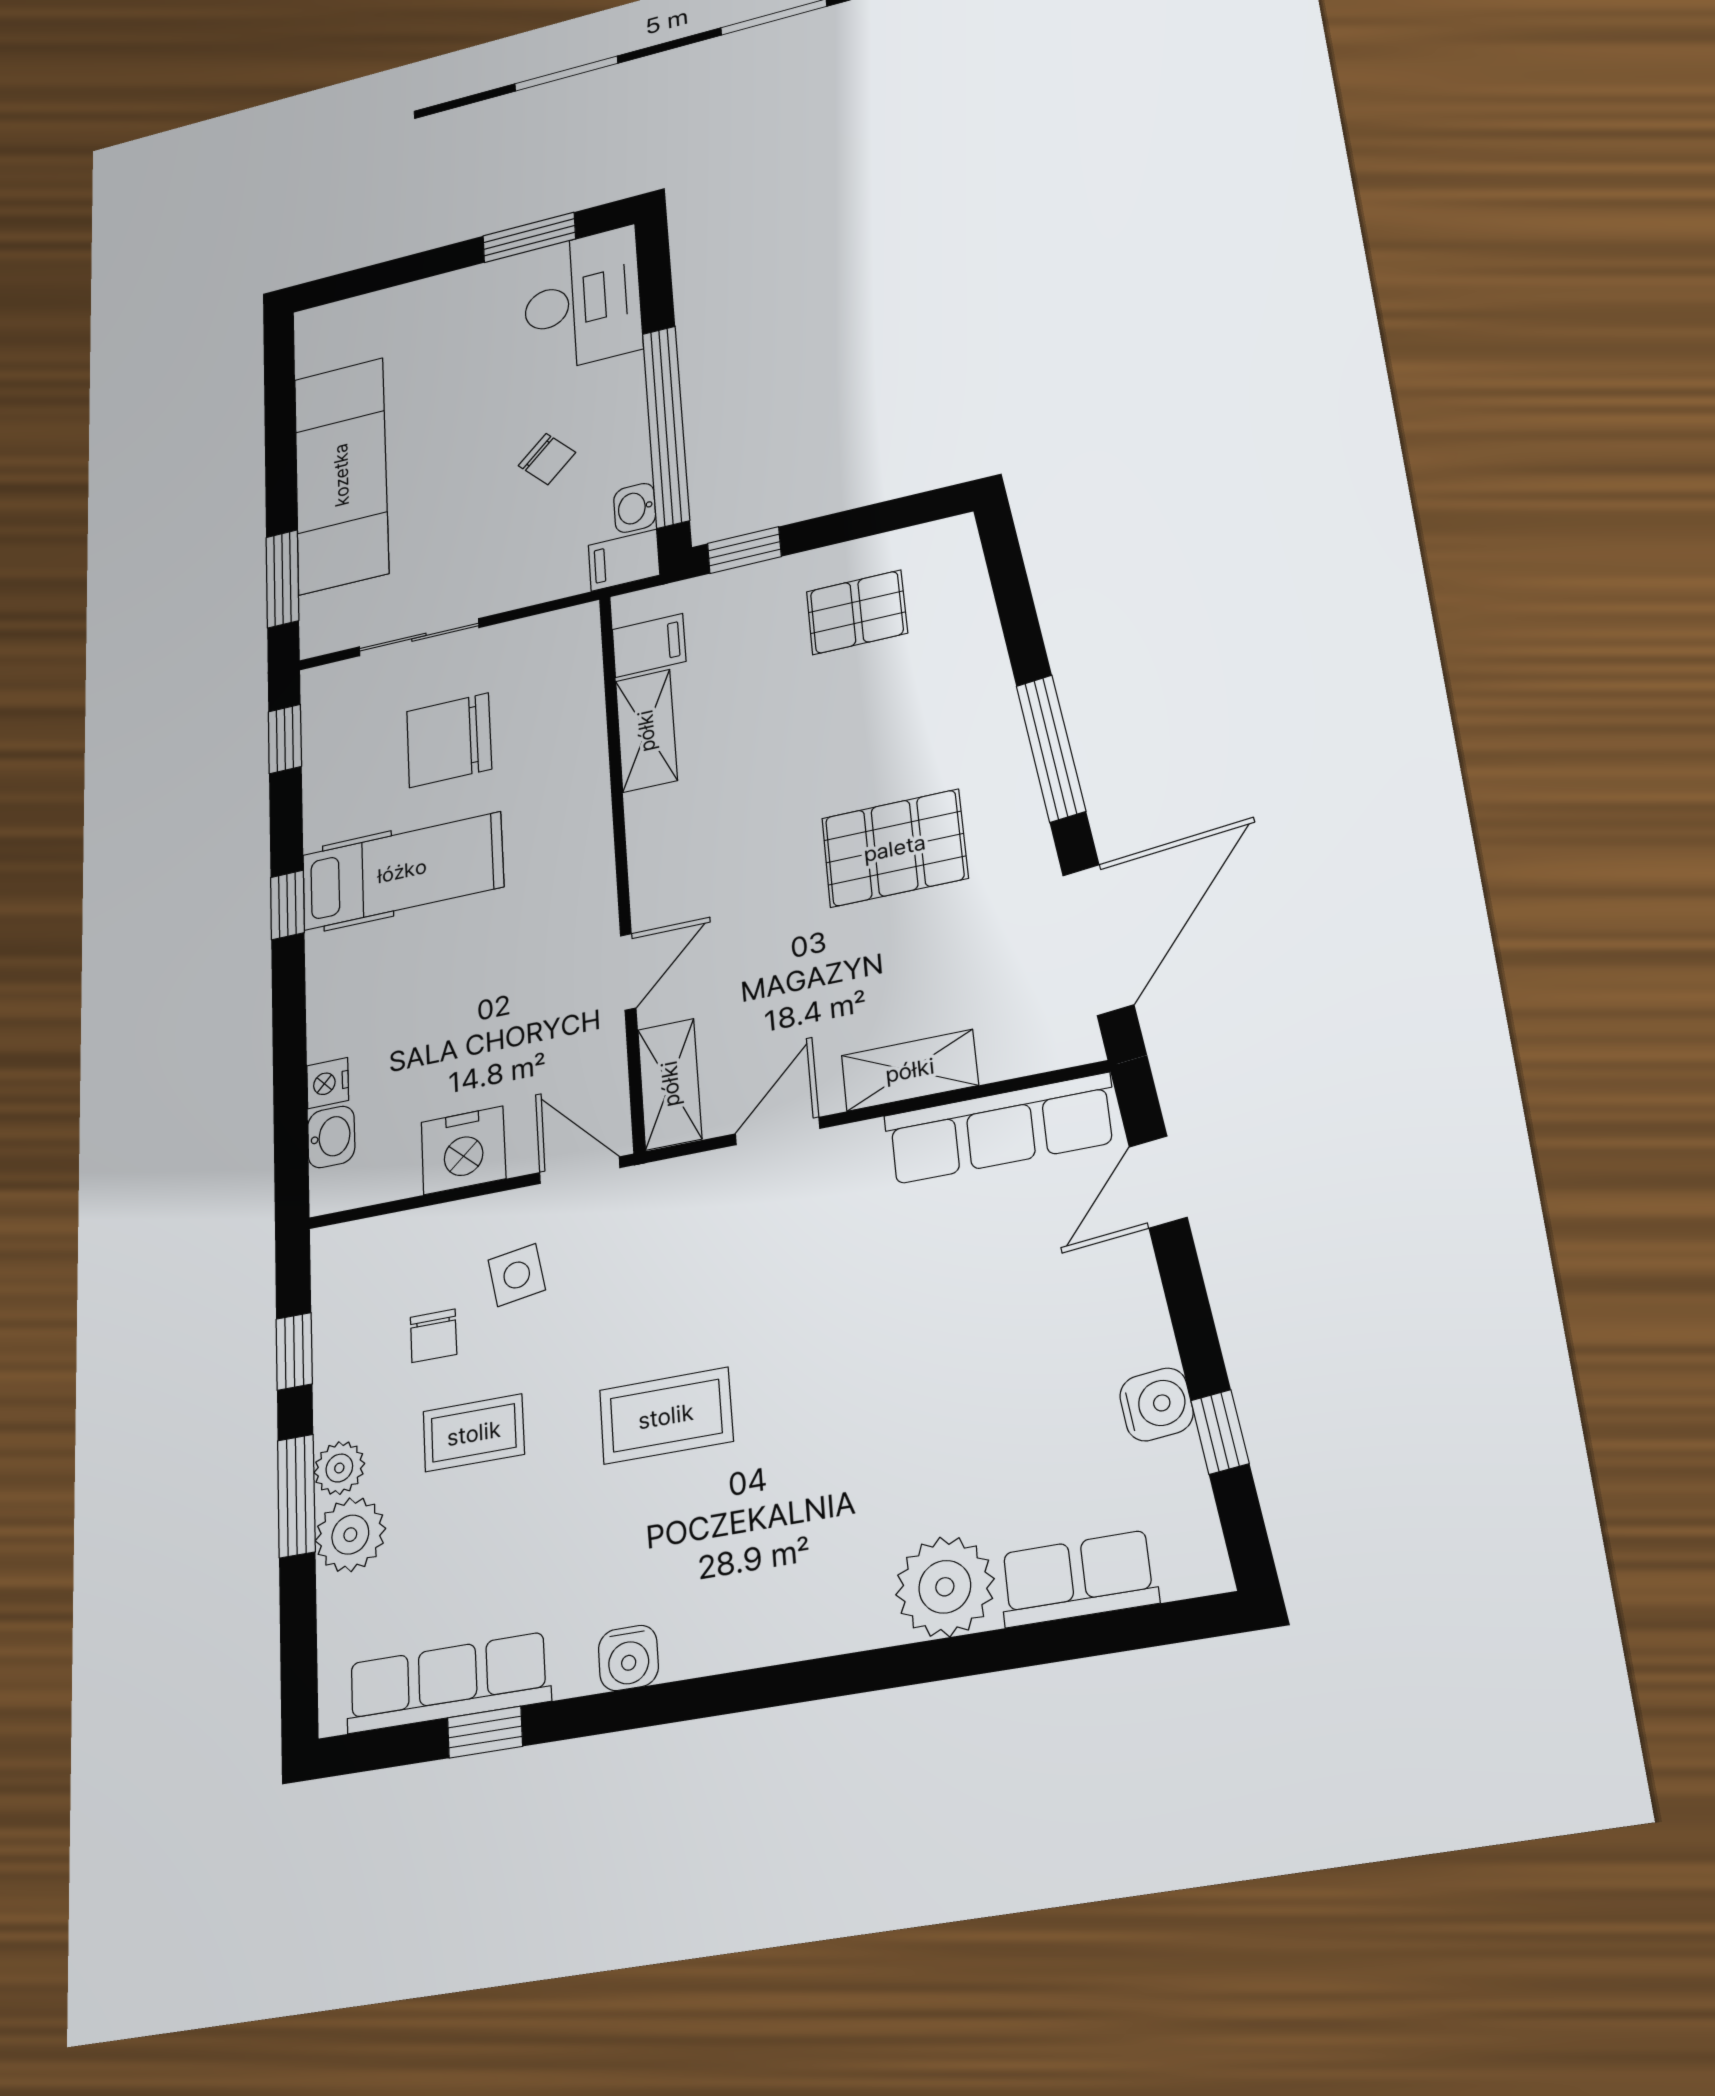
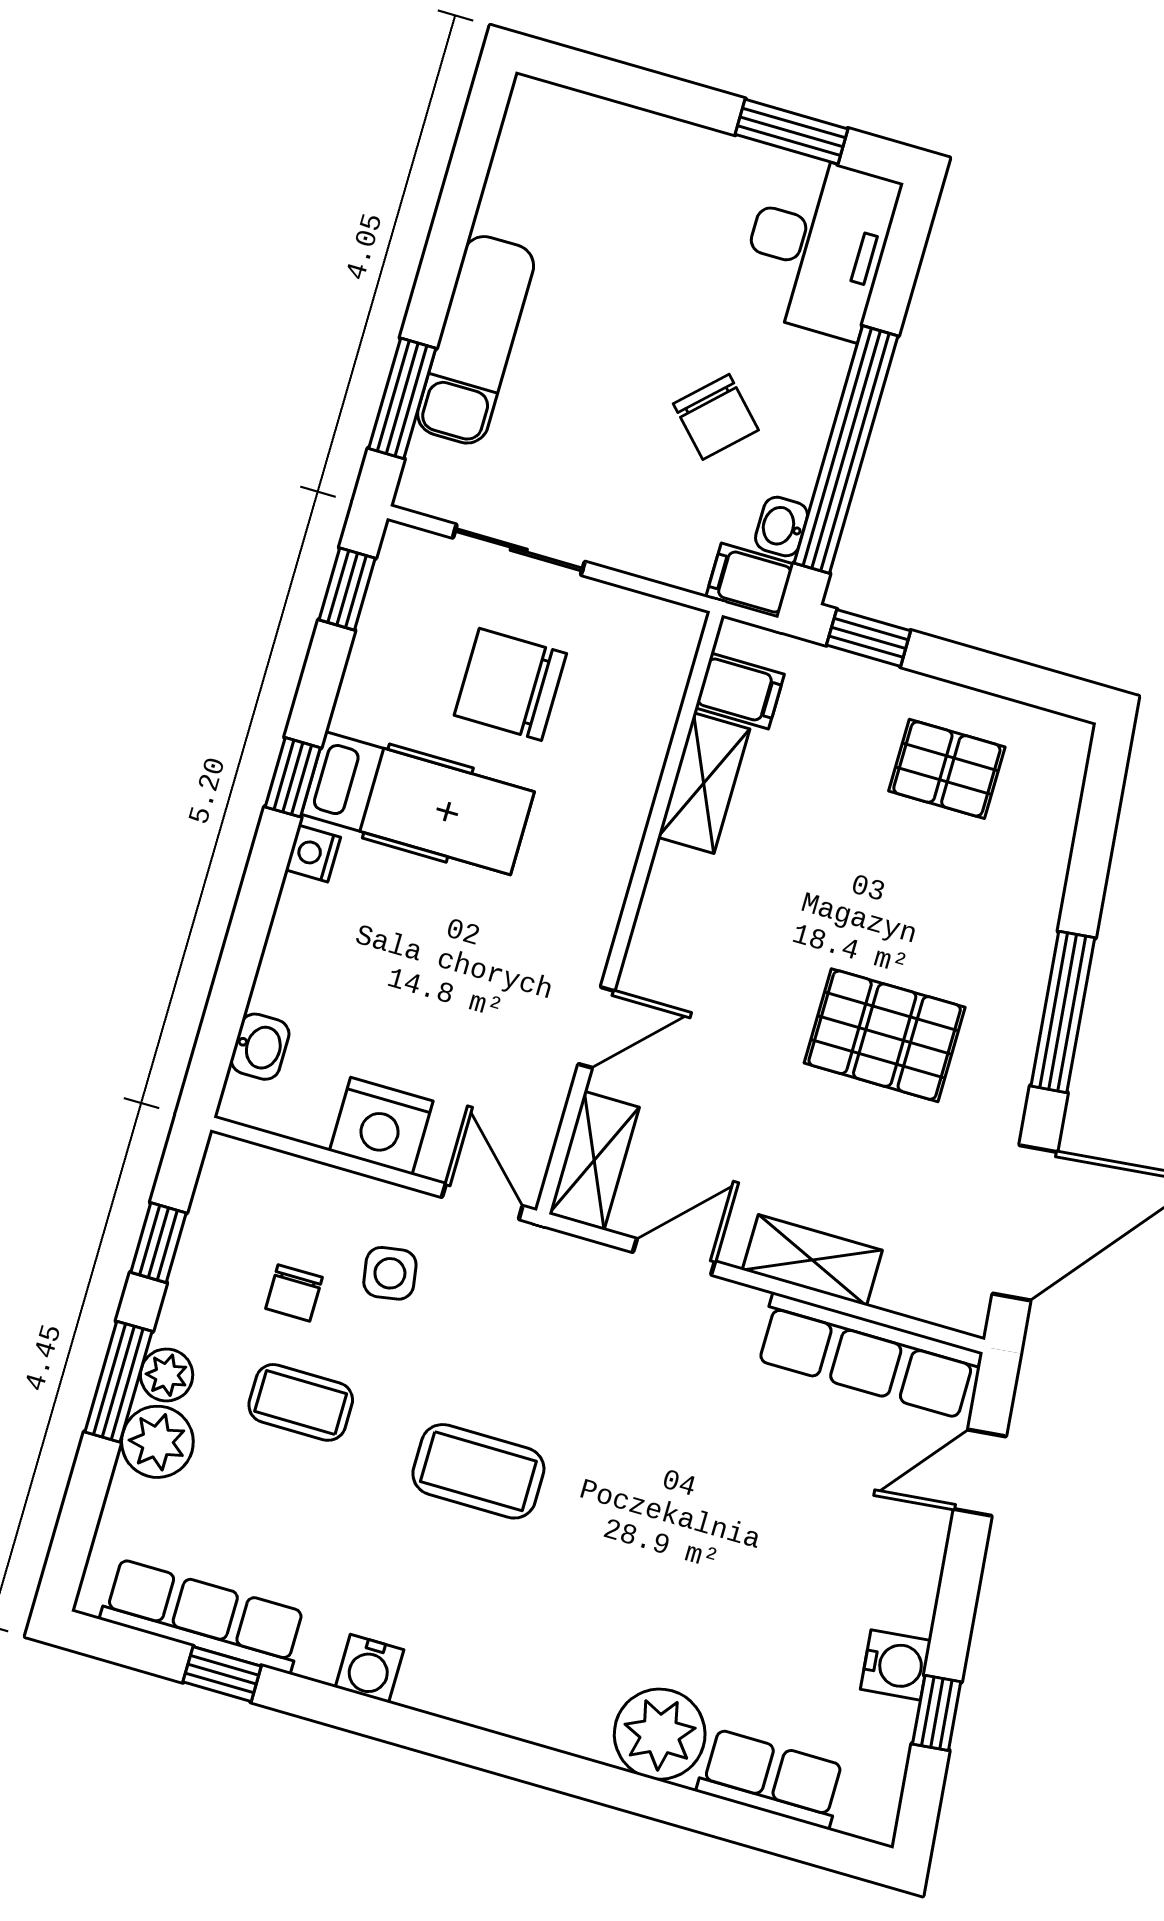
chair: (547, 459) -> (716, 417), width x1.37, depth x1.37
exam couch: (341, 475) -> (476, 340), width x0.73, depth x0.69
nightstand: (328, 1083) -> (313, 853), moved

